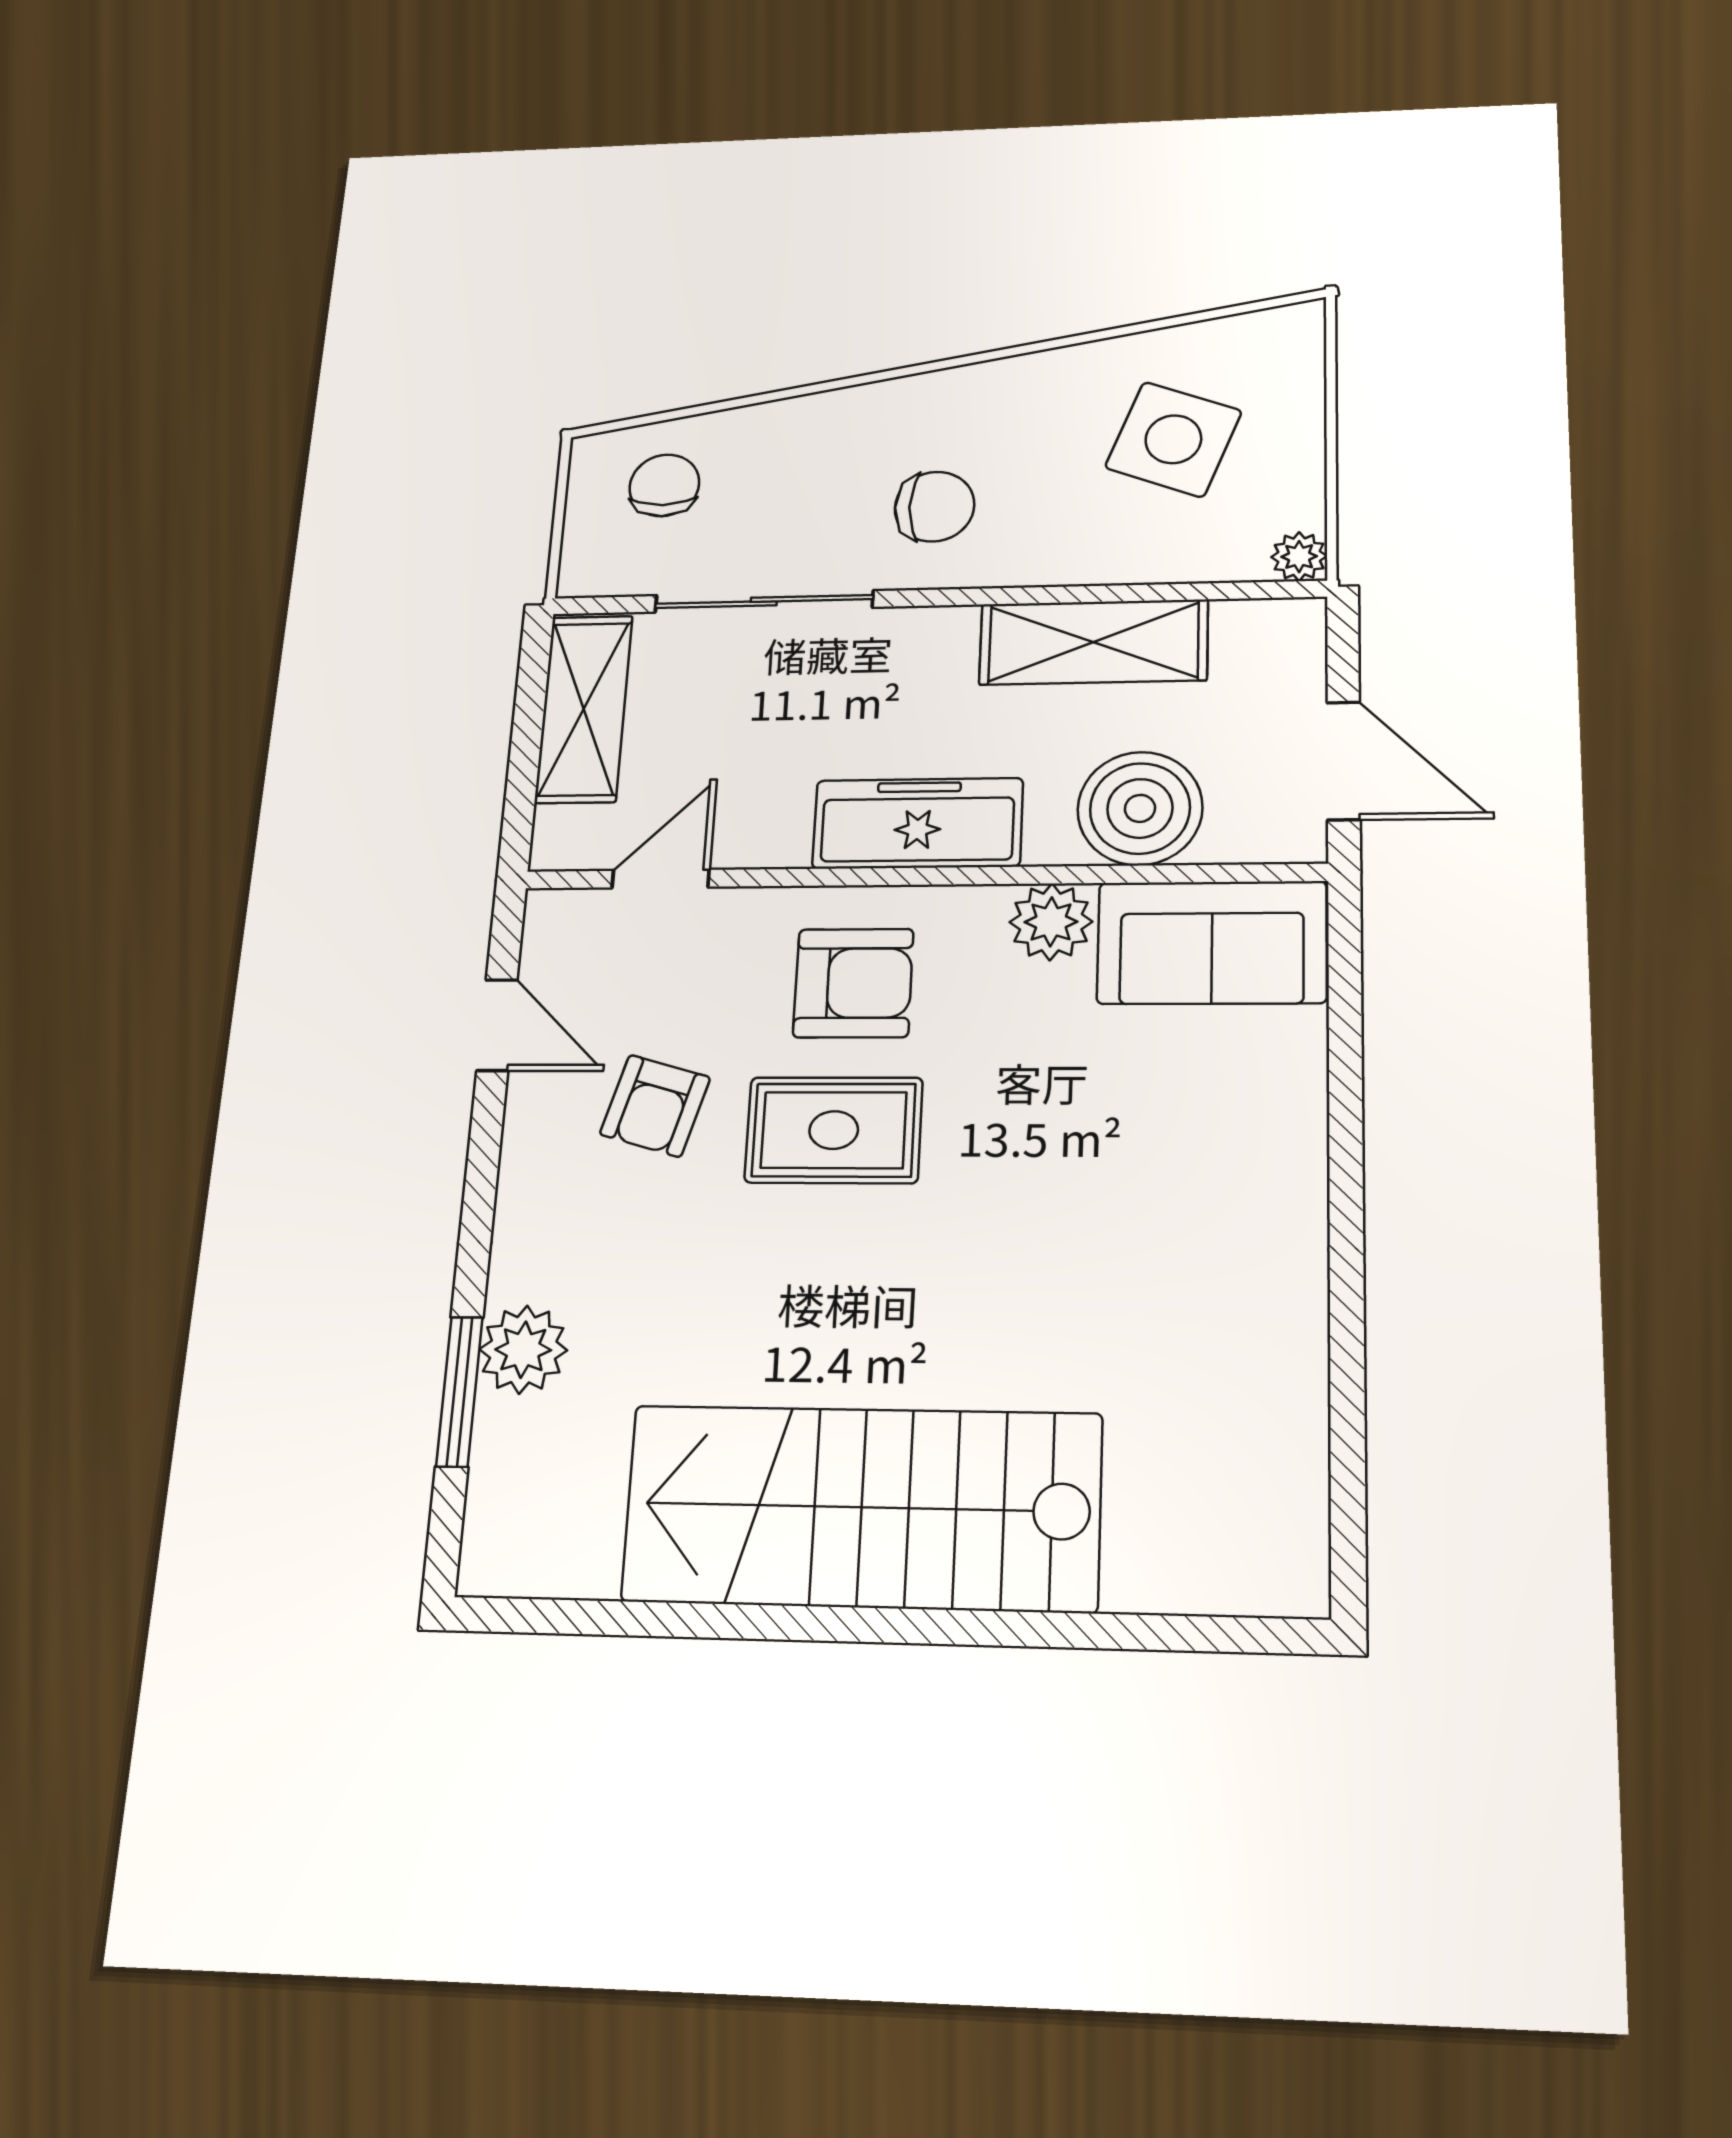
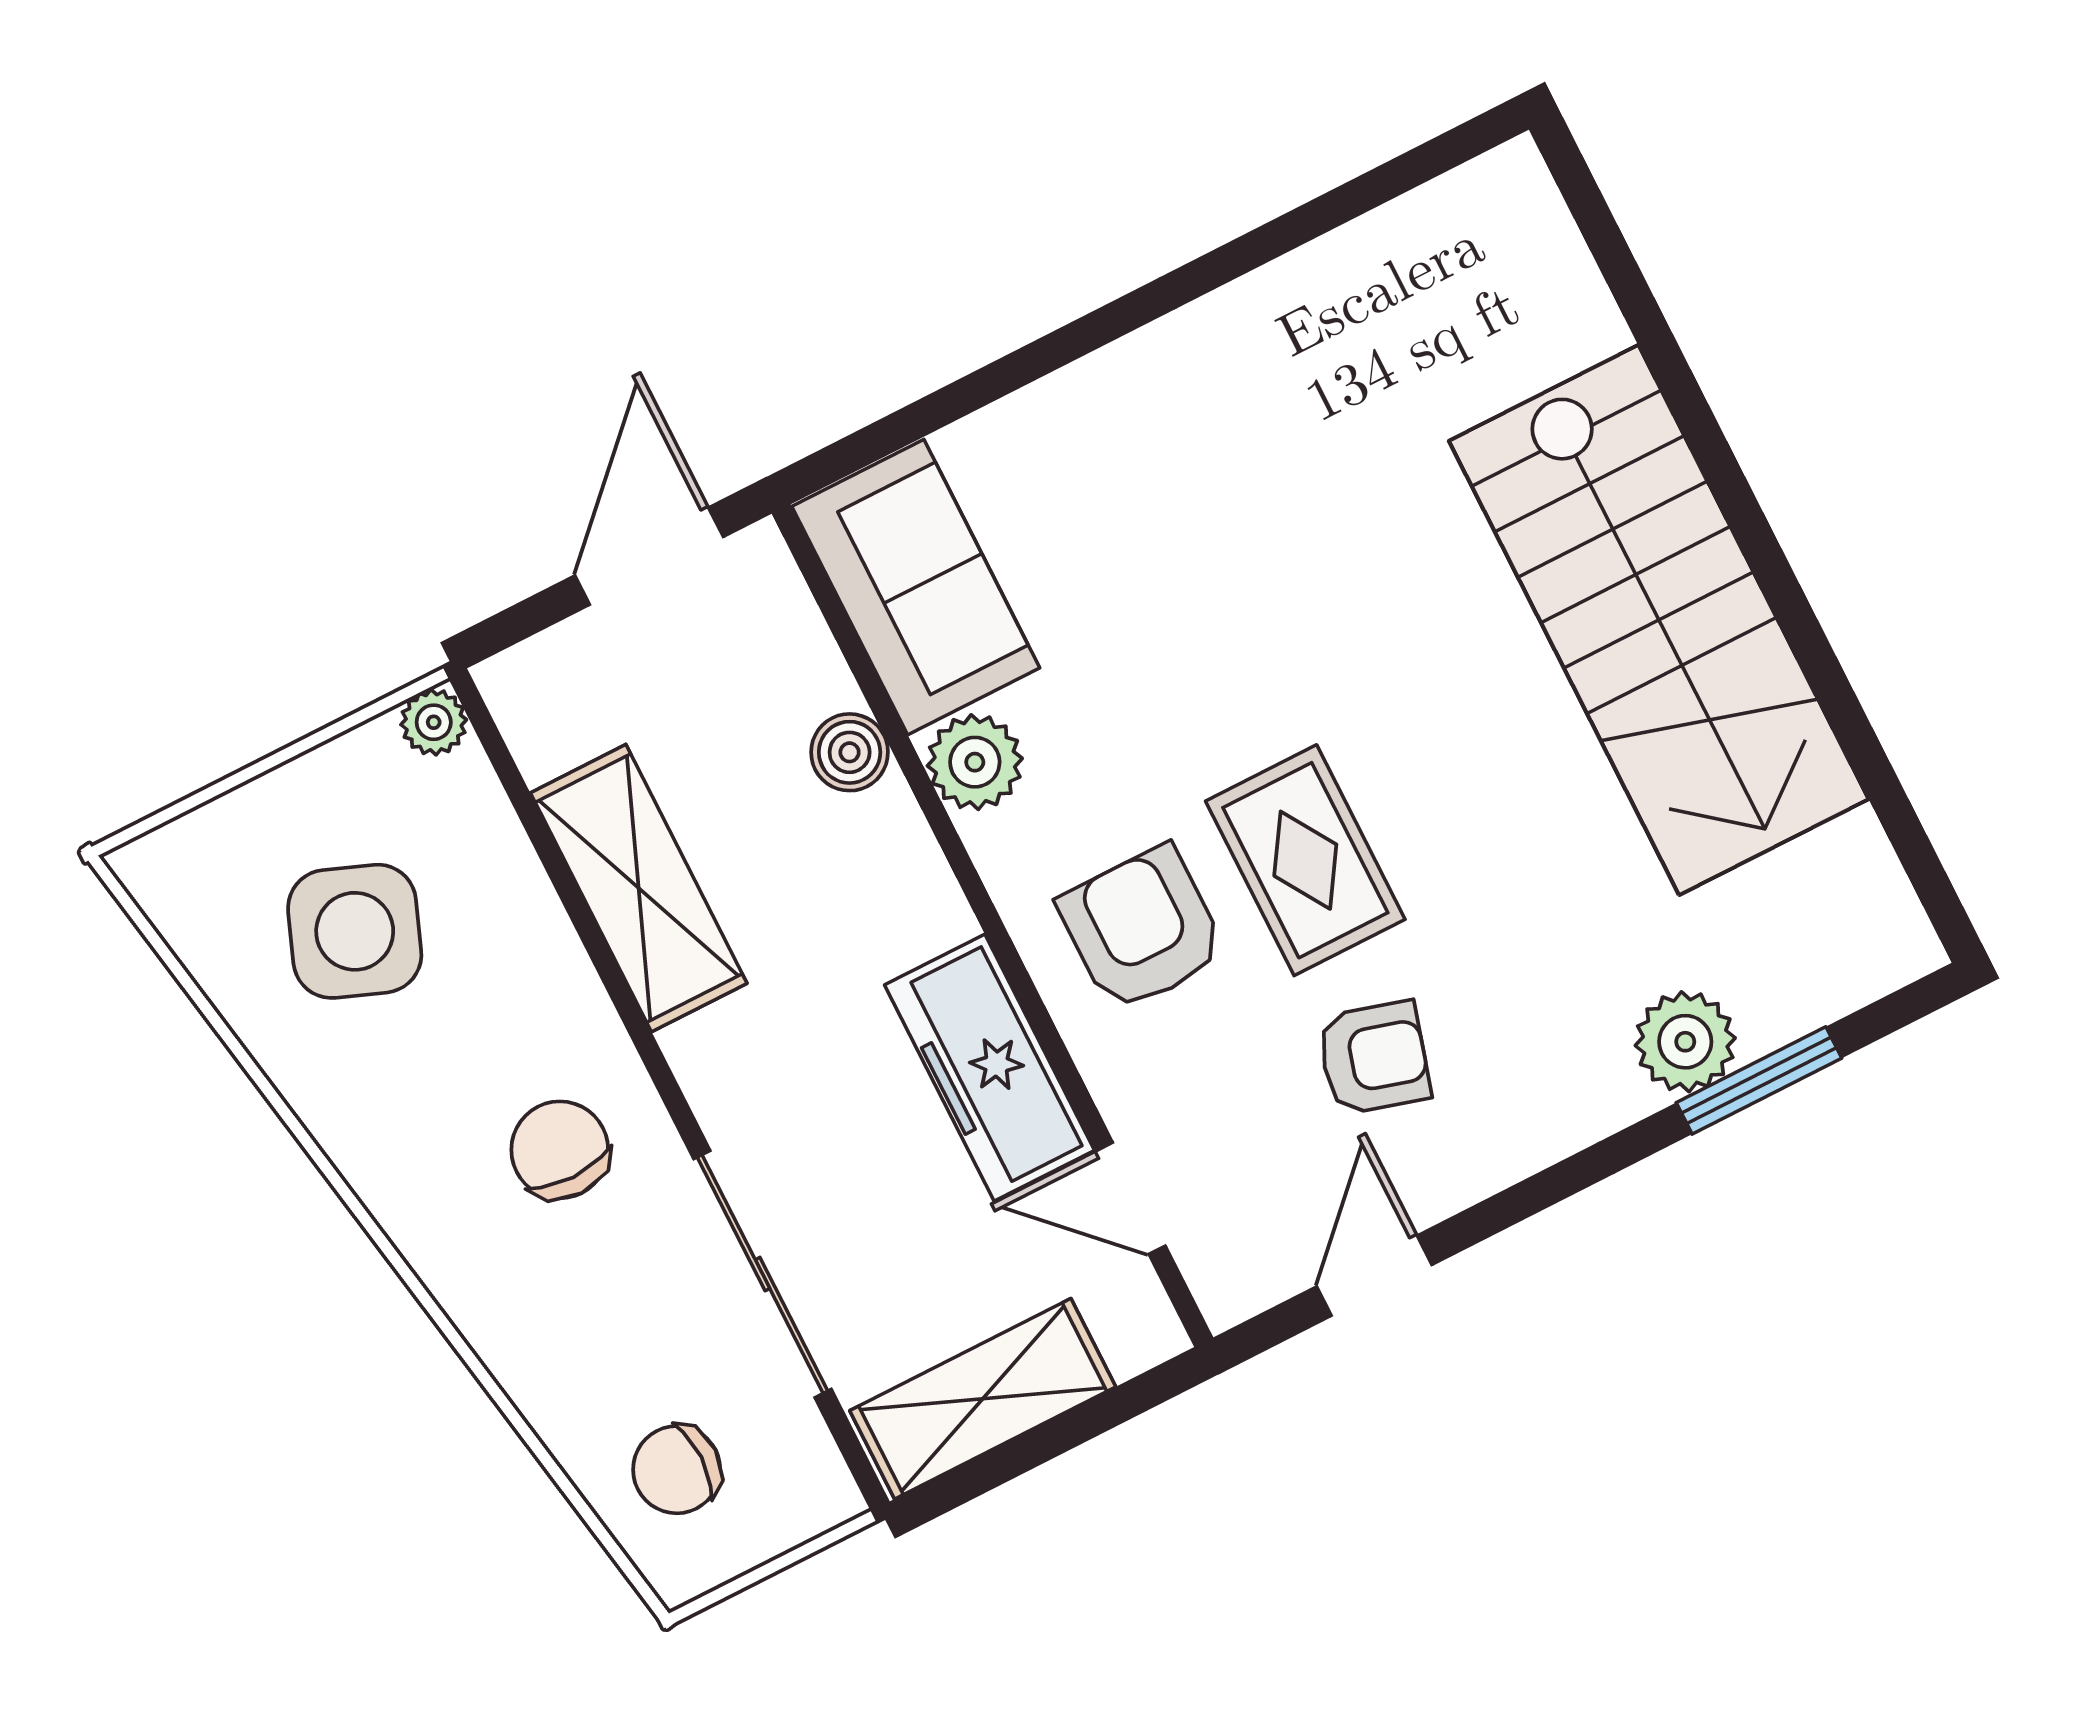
boiler: (1140, 808) -> (850, 752), width x0.54, depth x0.54
freezer: (918, 823) -> (990, 1068), moved

